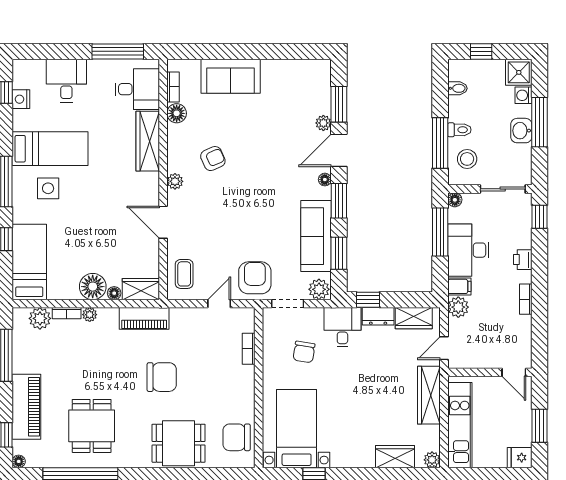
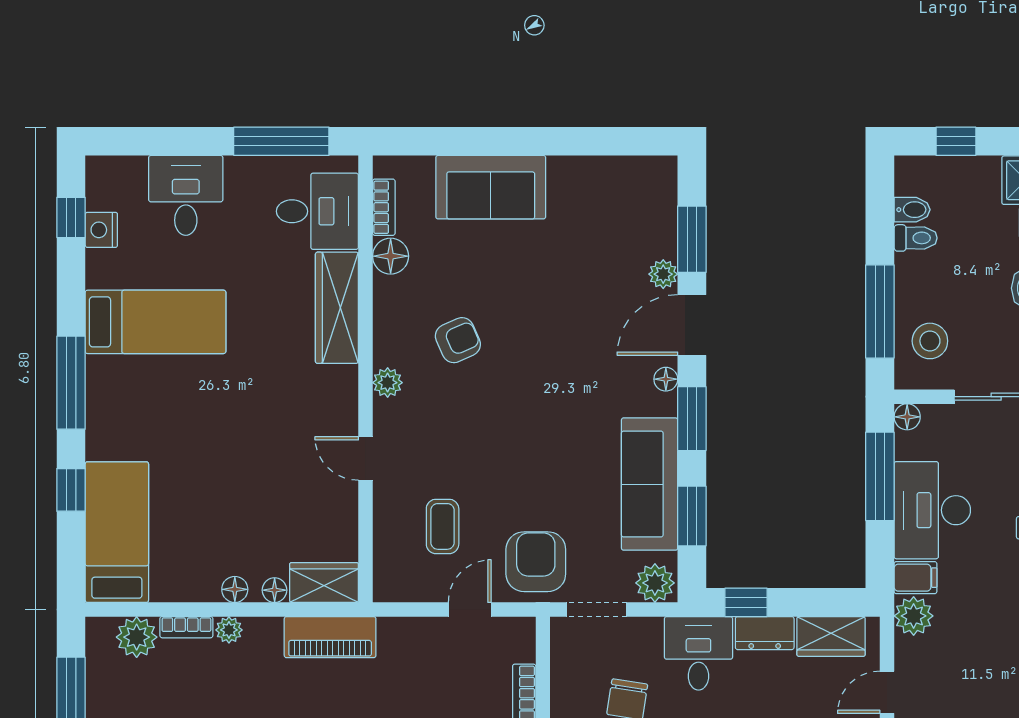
toilet: (459, 130) -> (916, 238), moved
side table: (48, 188) -> (152, 395), removed
door: (163, 222) -> (365, 458), width x0.73
coffee table: (184, 274) -> (443, 526), moved
floor lamp: (93, 287) -> (235, 589), width x0.53, depth x0.53

